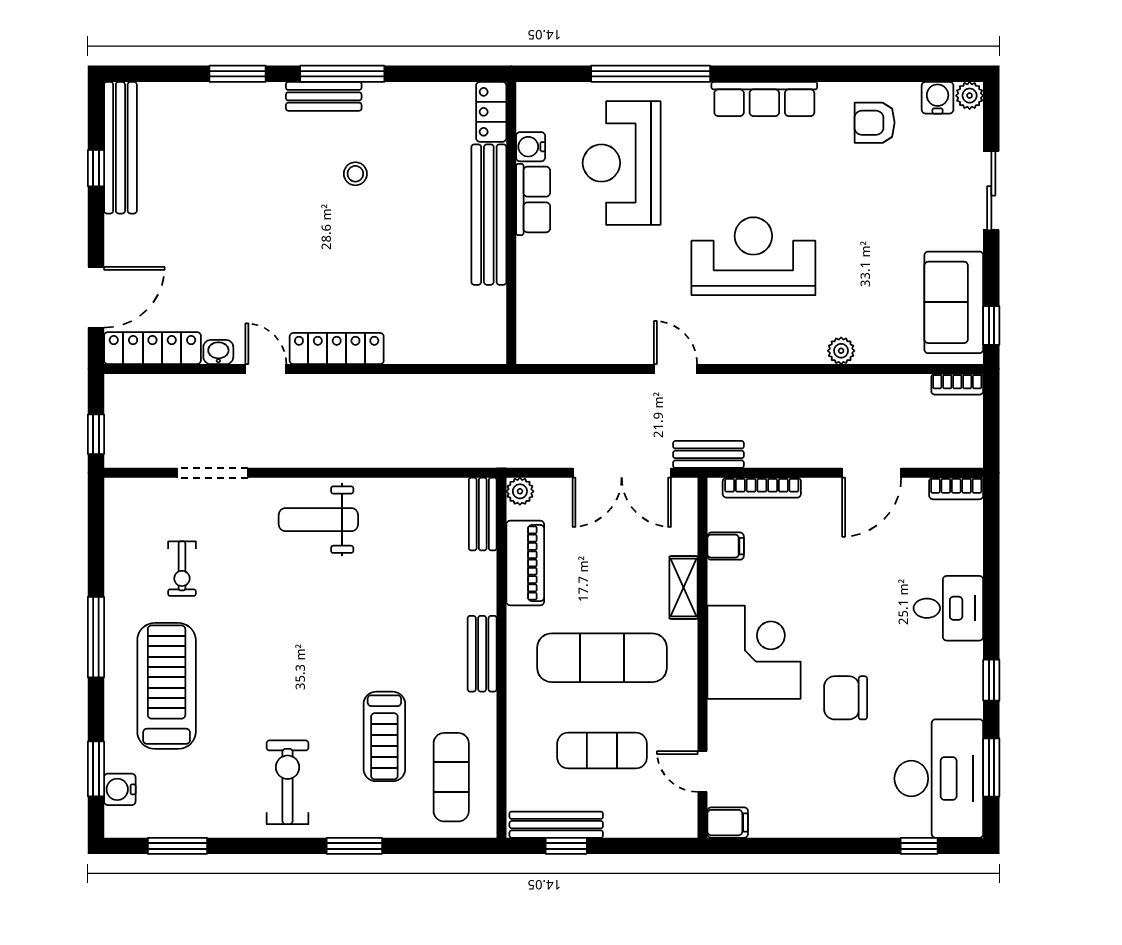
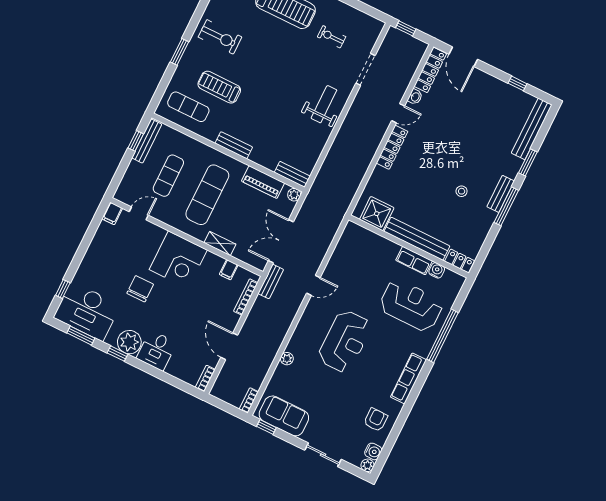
bench: (120, 148) -> (532, 129), moved, turned 90
shower: (478, 315) -> (377, 214), added
plant: (958, 668) -> (129, 342), added

